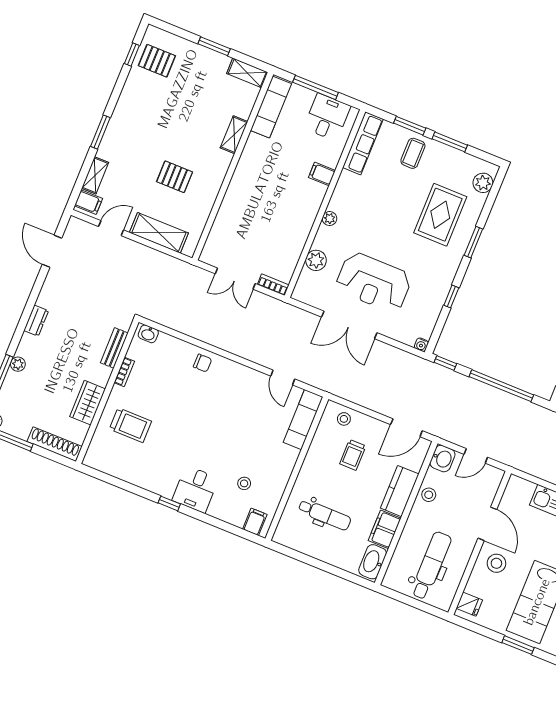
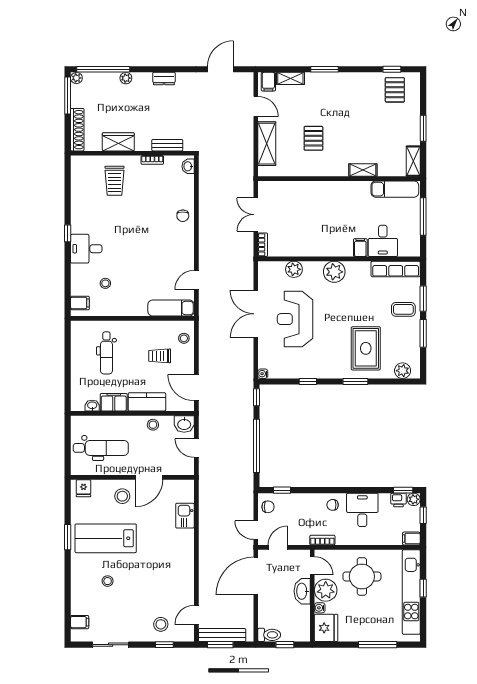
desk: (327, 117) -> (383, 241), moved, turned 90
rug: (440, 215) -> (366, 348), turned 90
plant: (330, 219) -> (334, 272), width x1.88, depth x1.88
washbasin: (373, 562) -> (92, 406), width x0.52, depth x0.69

